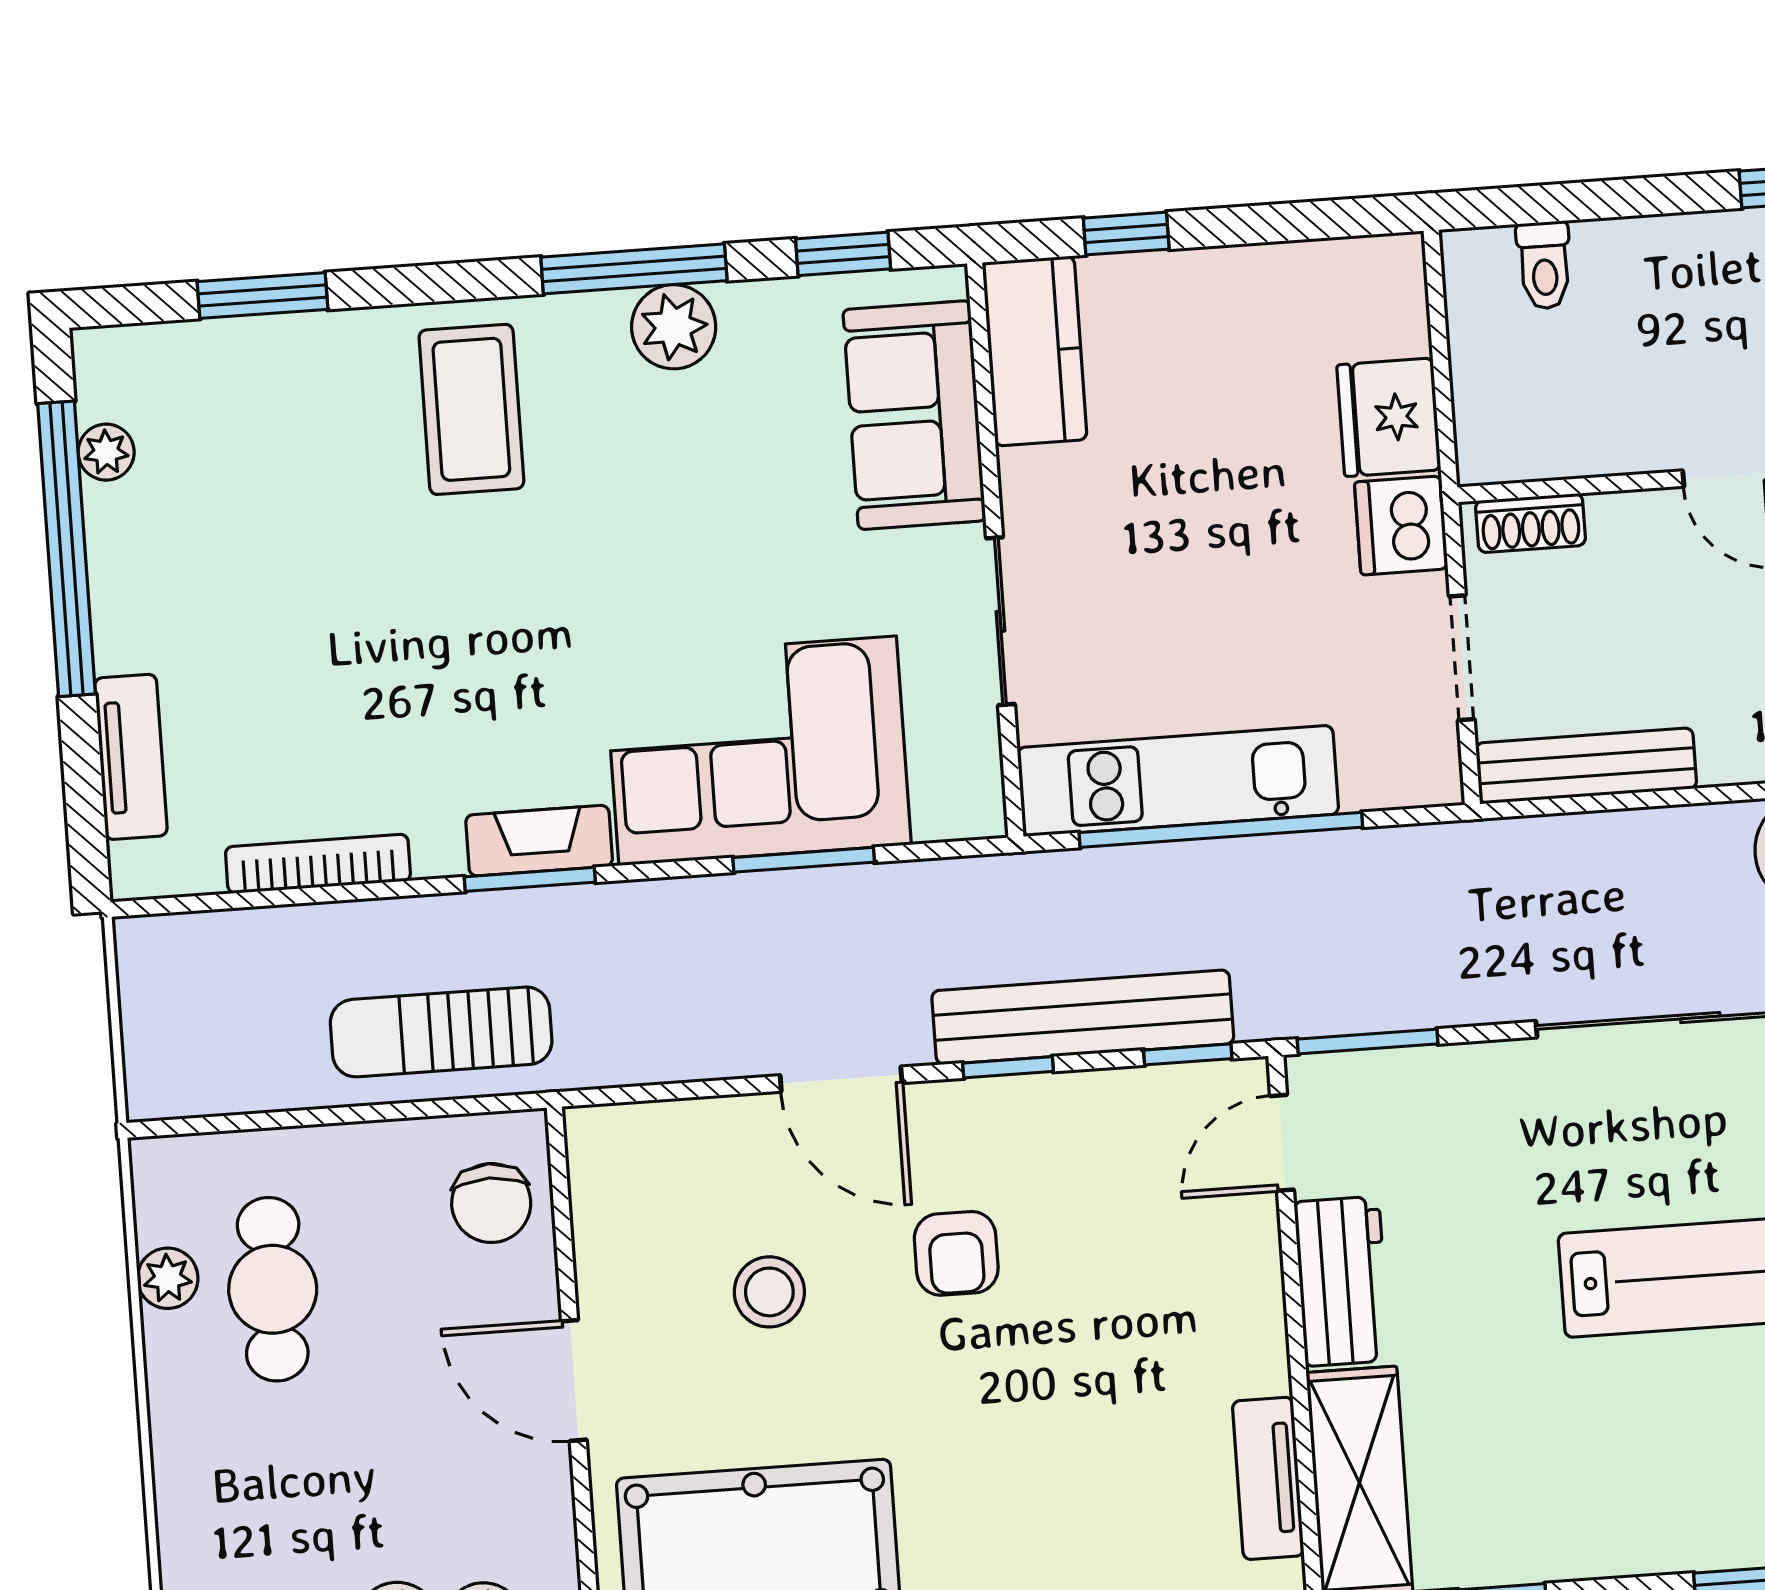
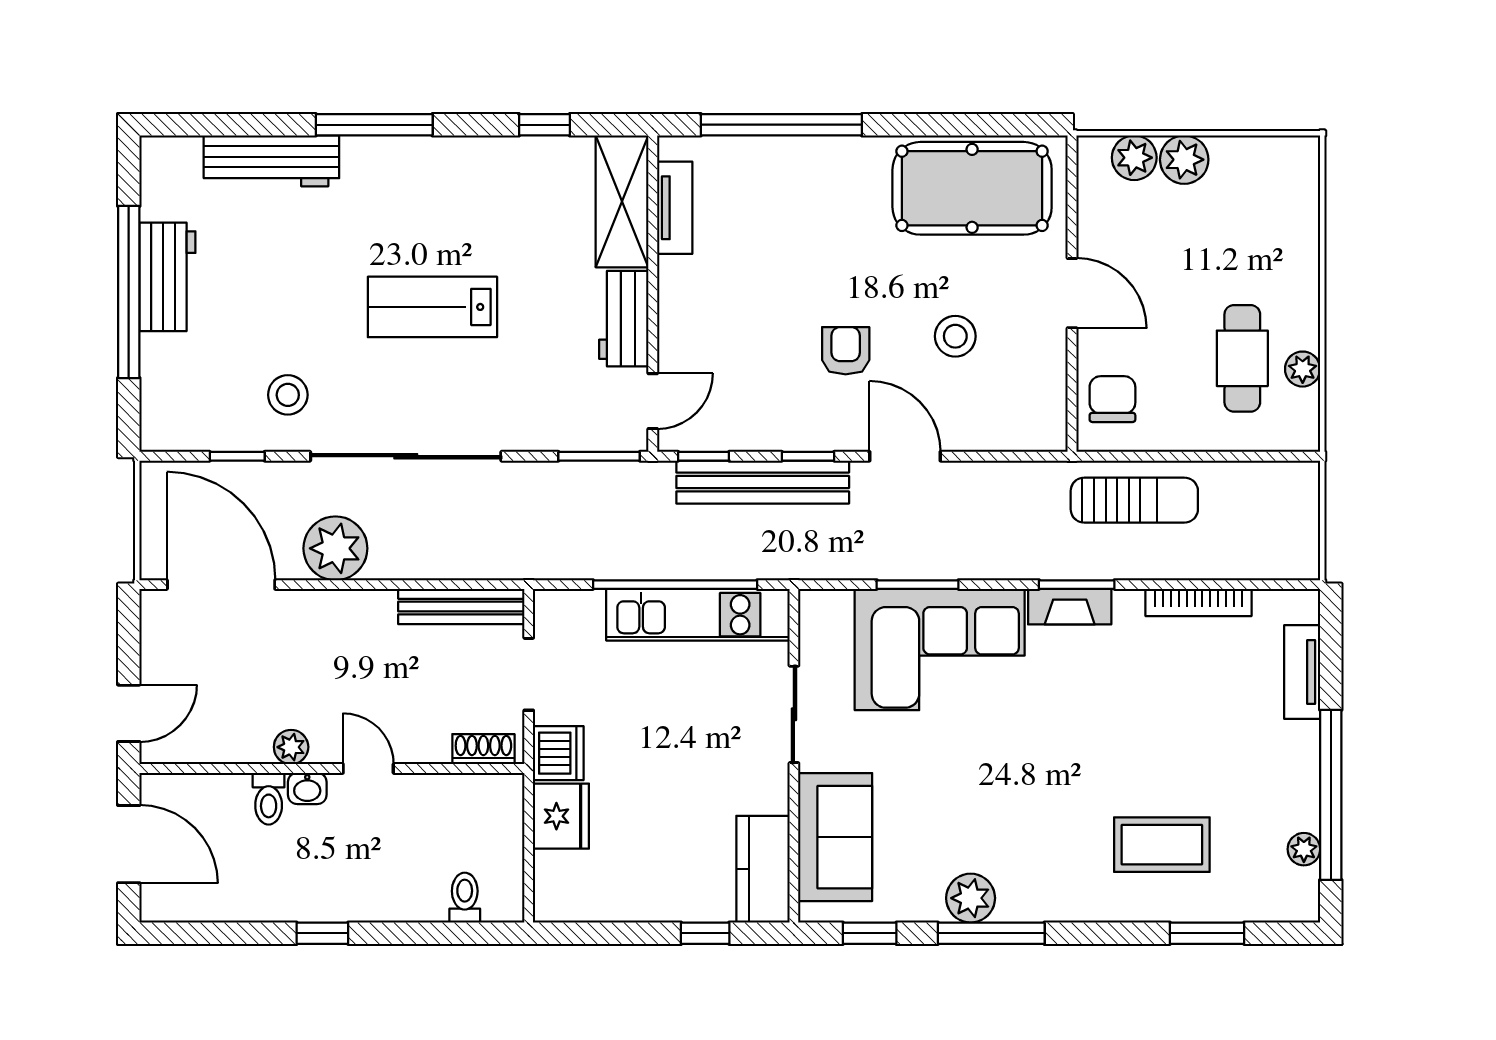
coffee table: (471, 409) -> (1162, 845), moved, turned 90

